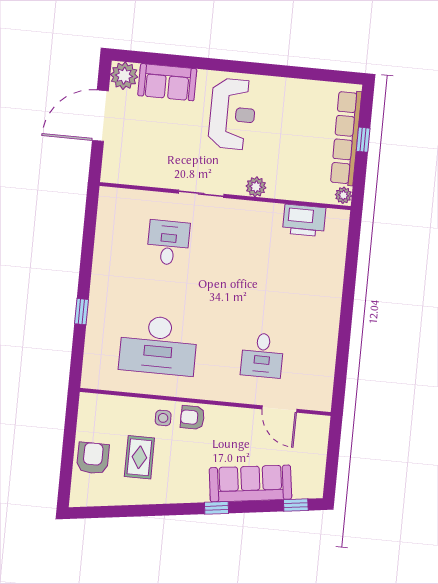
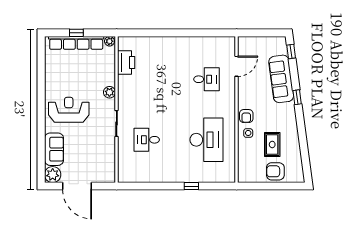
rug: (139, 457) -> (272, 144), turned 90

